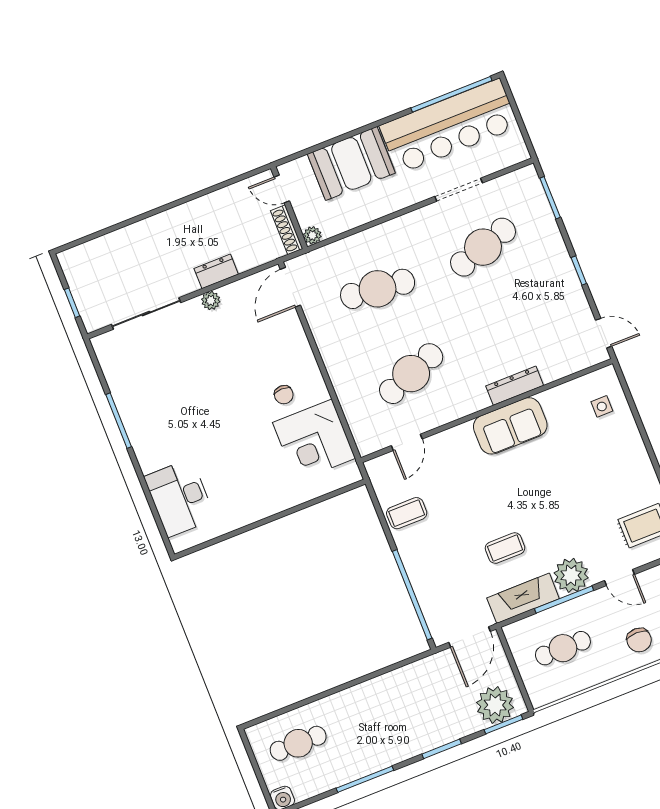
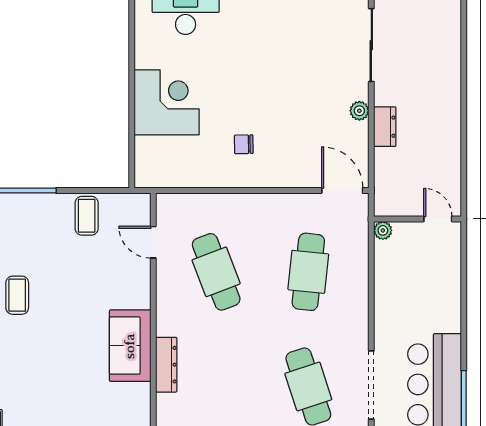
booth: (351, 163) -> (436, 294), removed
door: (282, 189) -> (438, 219), hinge flipped
doorway: (459, 190) -> (371, 385), width x1.36
shoe rack: (287, 230) -> (398, 208), removed
corner desk: (314, 440) -> (167, 102), moved, turned 90

